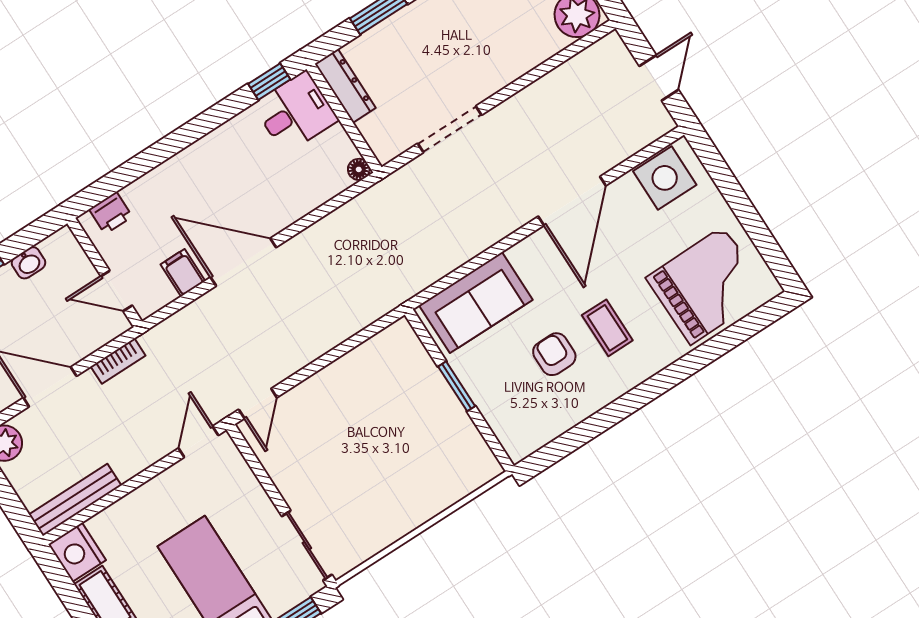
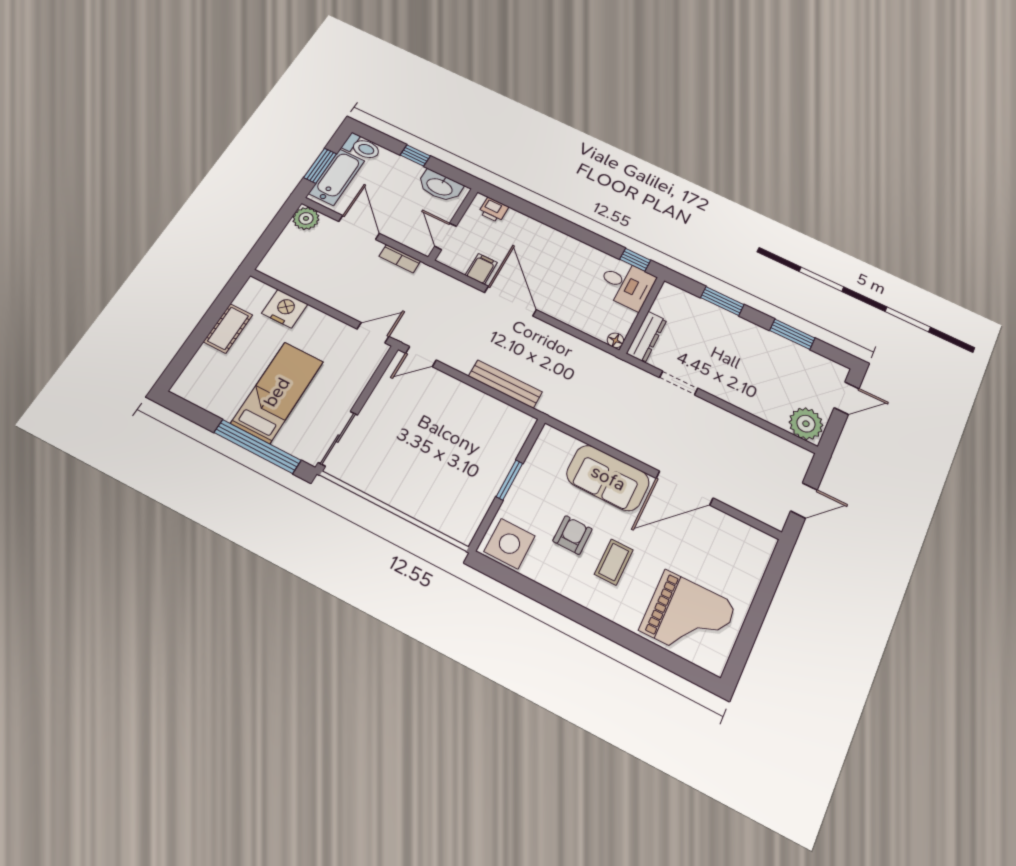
dresser: (345, 86) -> (647, 337), moved
doorway: (450, 129) -> (679, 383), width x0.73
side table: (665, 178) -> (509, 544), moved
washbasin: (28, 263) -> (440, 186), width x1.91, depth x1.45
sofa: (476, 303) -> (608, 478), moved
bench: (75, 500) -> (505, 384), moved
nightstand: (77, 552) -> (285, 309), moved, turned 90

